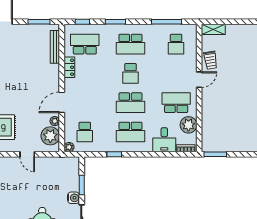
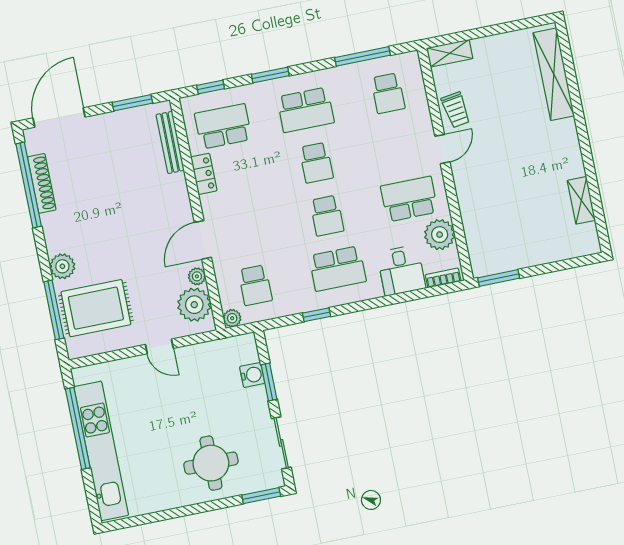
school desk: (130, 103) -> (327, 216), width x0.54
water cooler: (74, 198) -> (252, 375), moved

